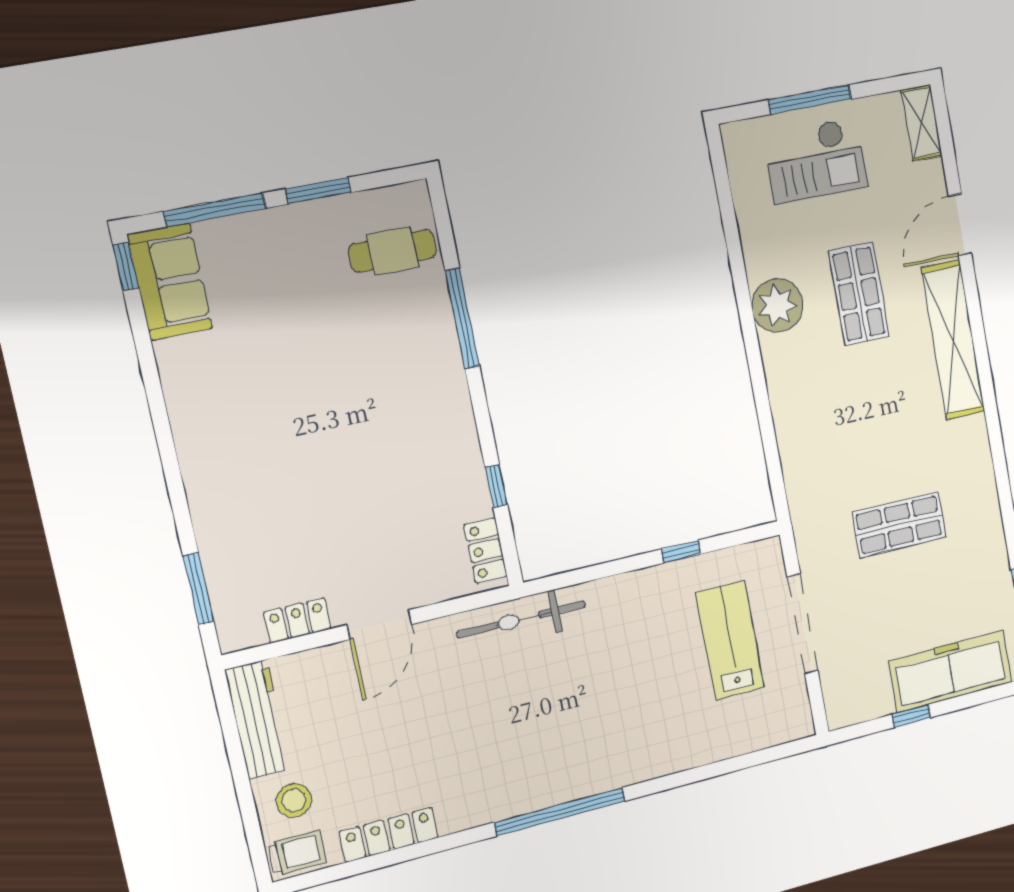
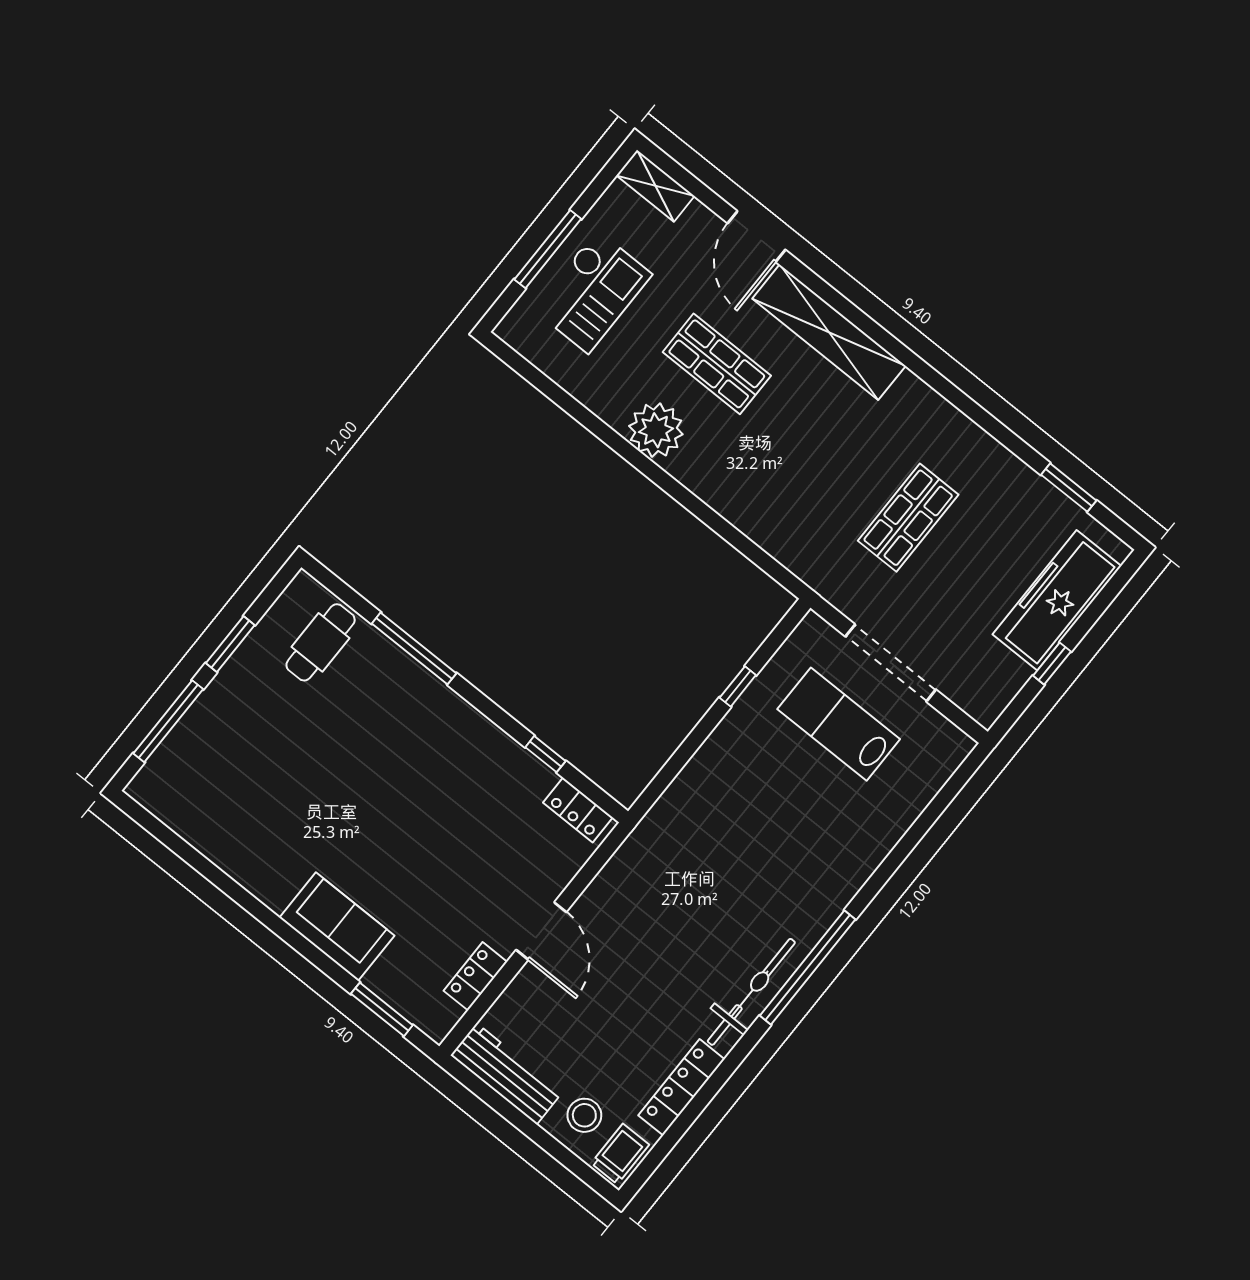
window: (126, 266) -> (140, 815), removed
sofa: (170, 282) -> (337, 927), moved
bicycle: (521, 619) -> (751, 992), moved, turned 180

